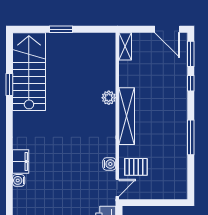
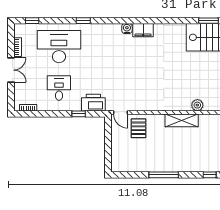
shelving: (127, 116) -> (182, 120), width x0.68
water cooler: (109, 164) -> (141, 106), removed

